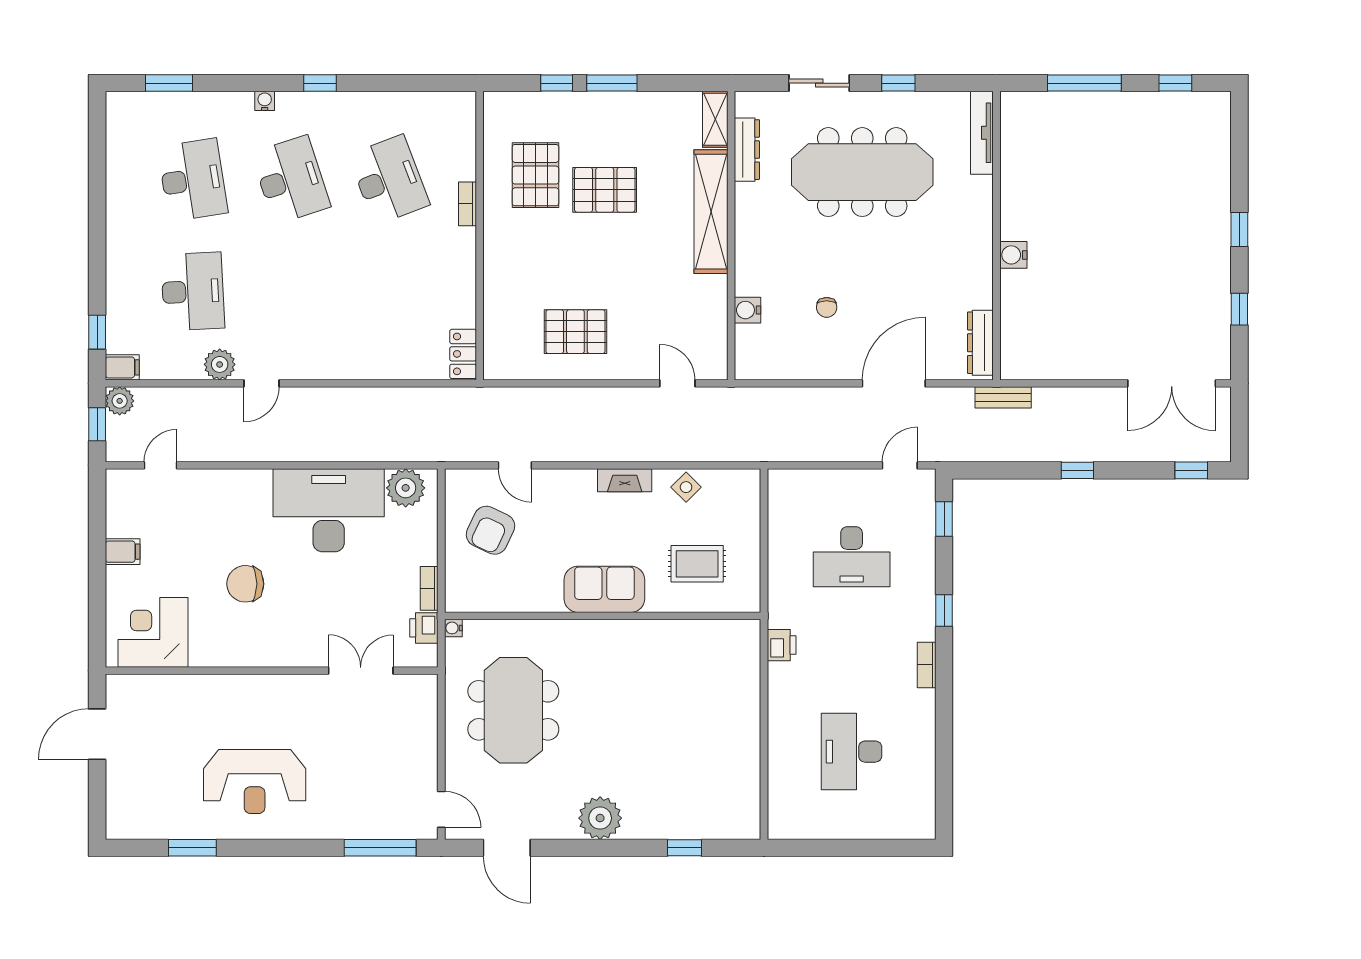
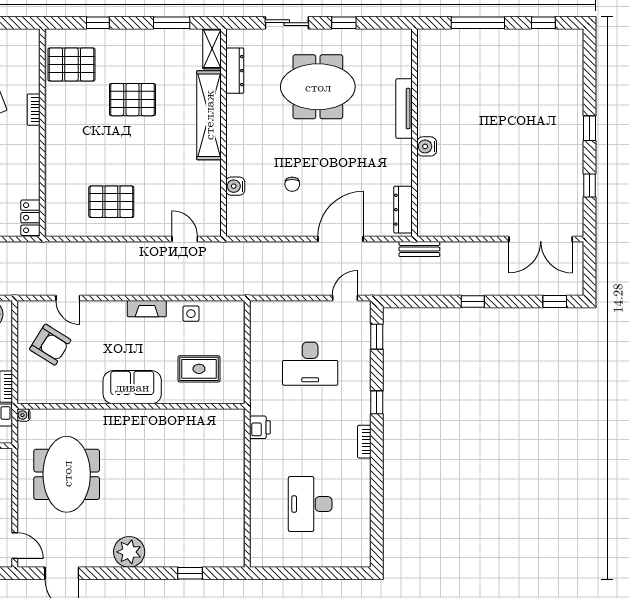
window: (612, 83) -> (172, 23), moved
tv unit: (982, 133) -> (404, 109), moved
meeting table: (862, 172) -> (318, 87), width x0.73
pallet: (535, 175) -> (71, 64), moved, turned 90
side table: (686, 487) -> (191, 314), turned 45
armchair: (491, 530) -> (50, 345), turned -83

